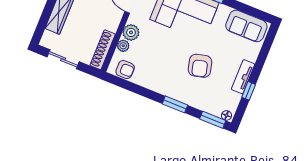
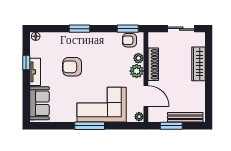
sofa: (246, 26) -> (39, 103), moved, turned 90
shoe rack: (103, 50) -> (153, 64), moved
armchair: (200, 66) -> (72, 67), turned -76
window: (213, 120) -> (128, 29), moved

